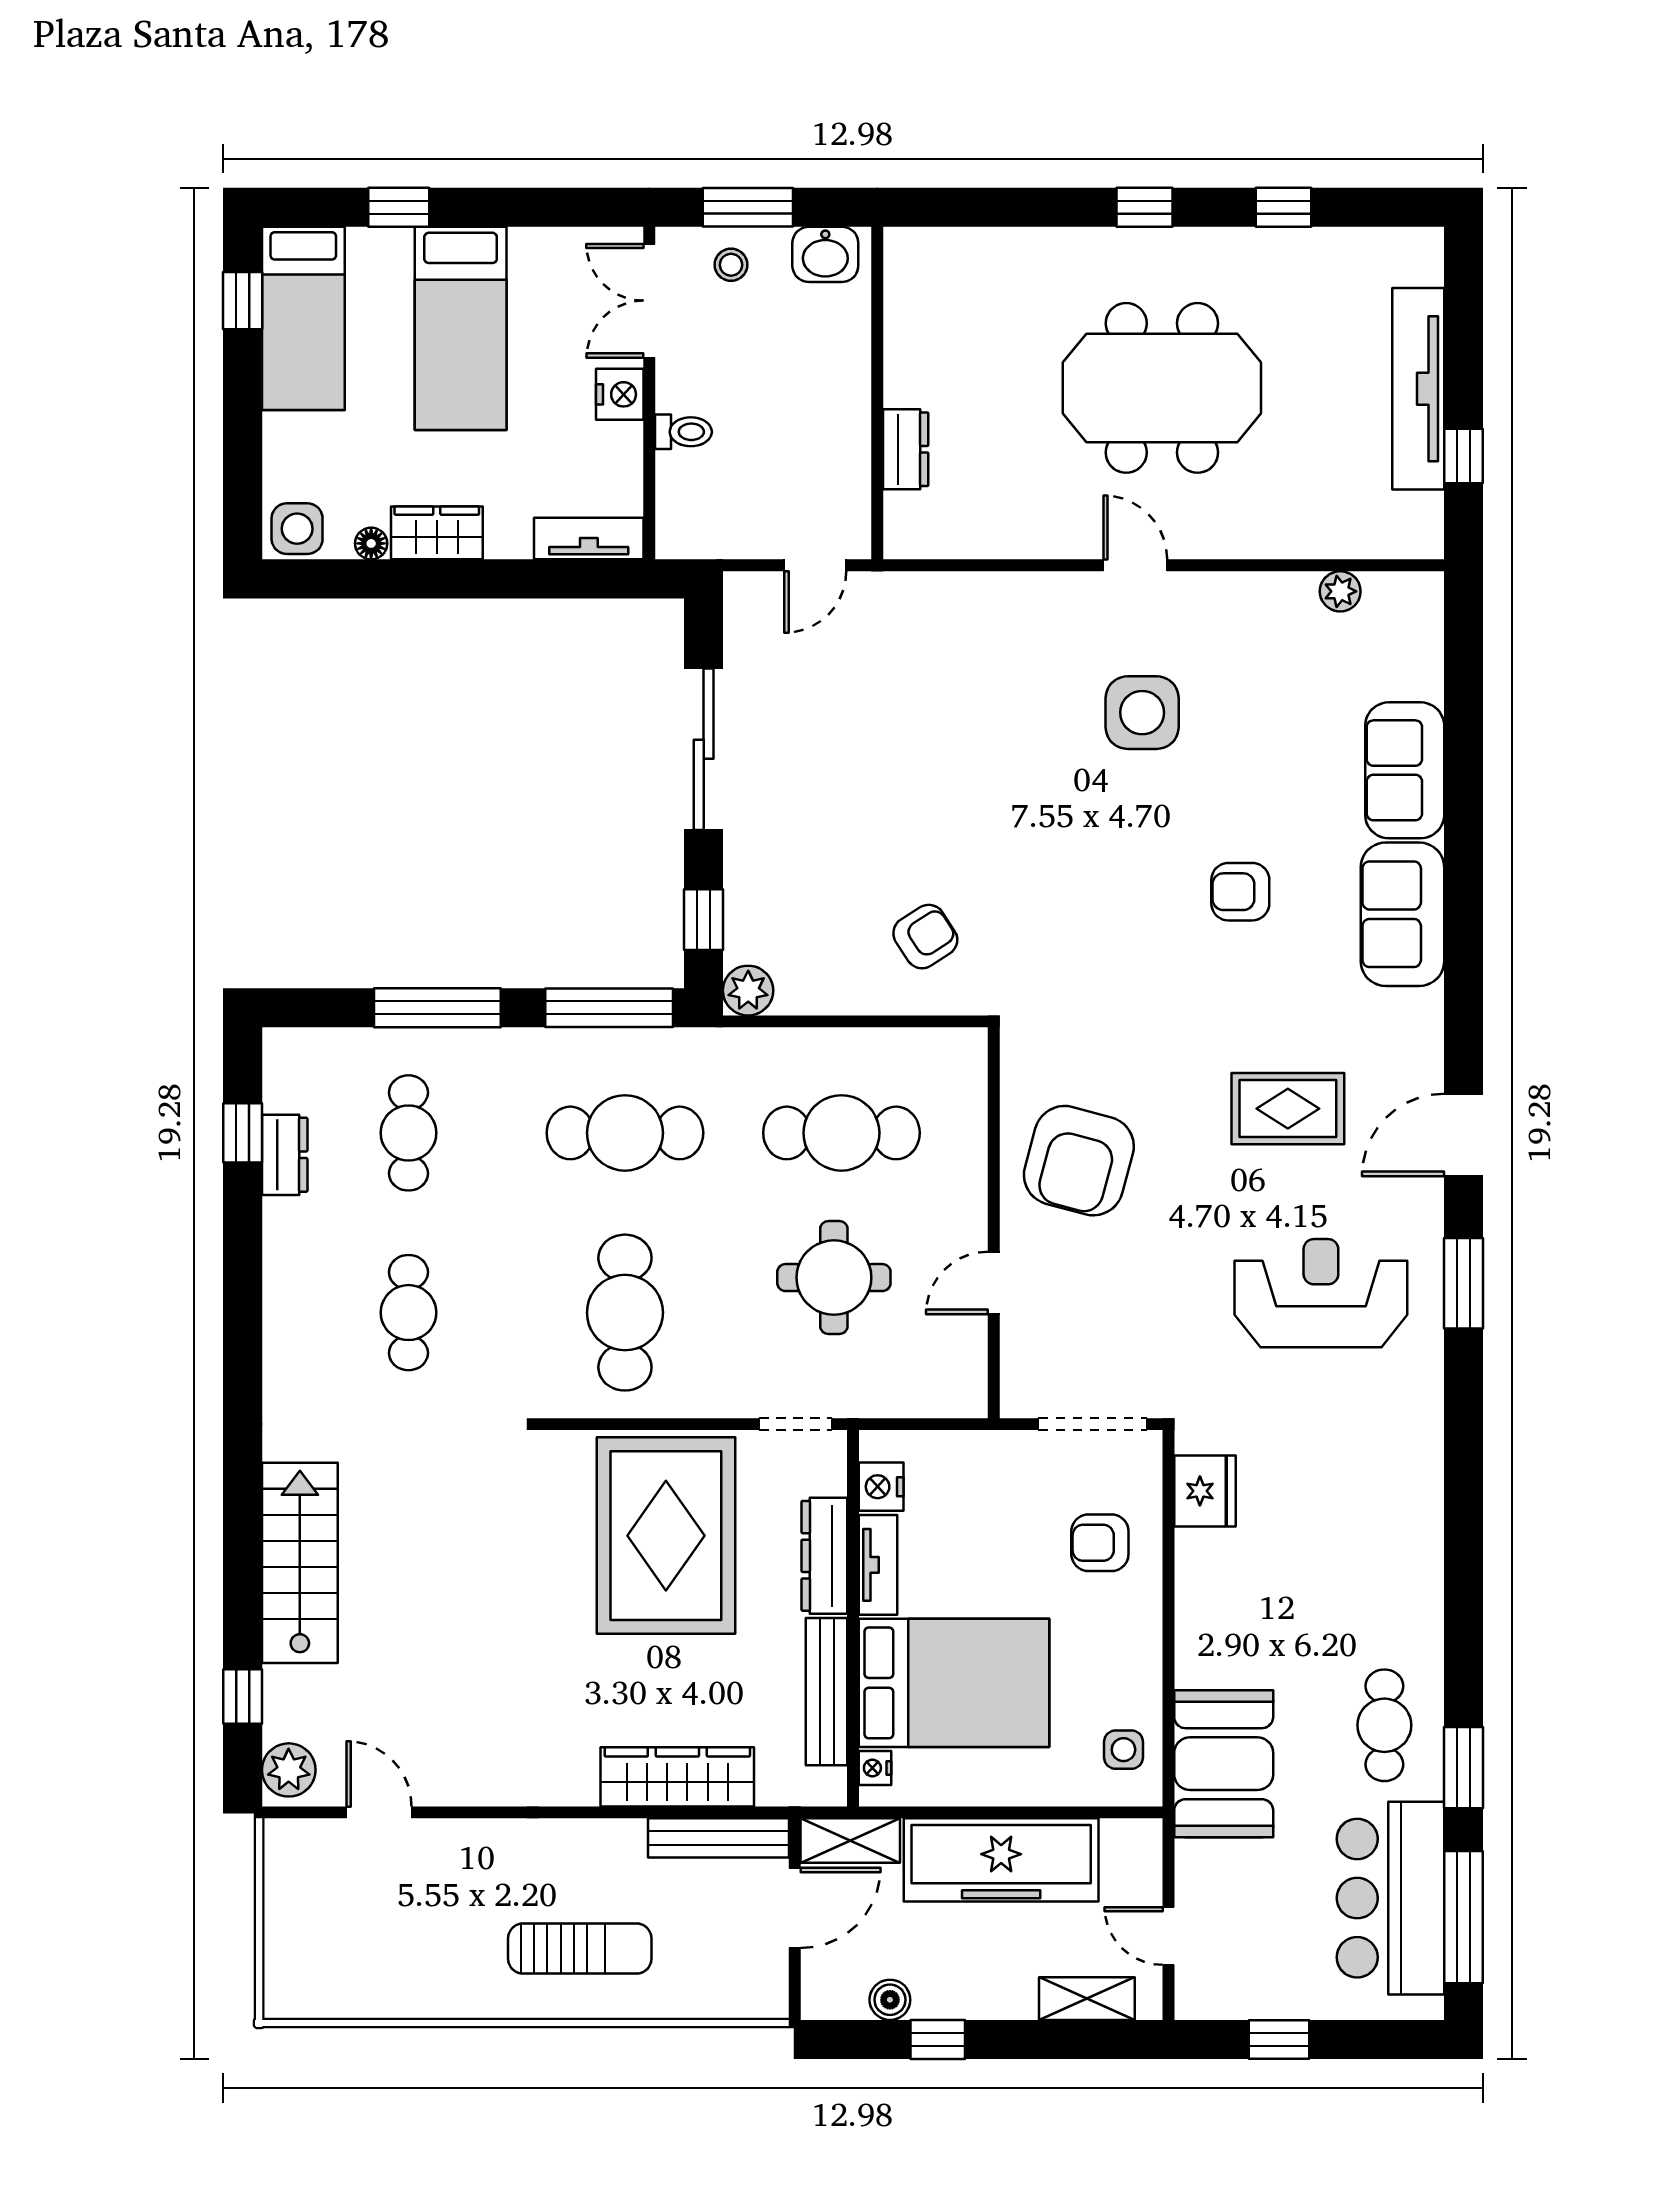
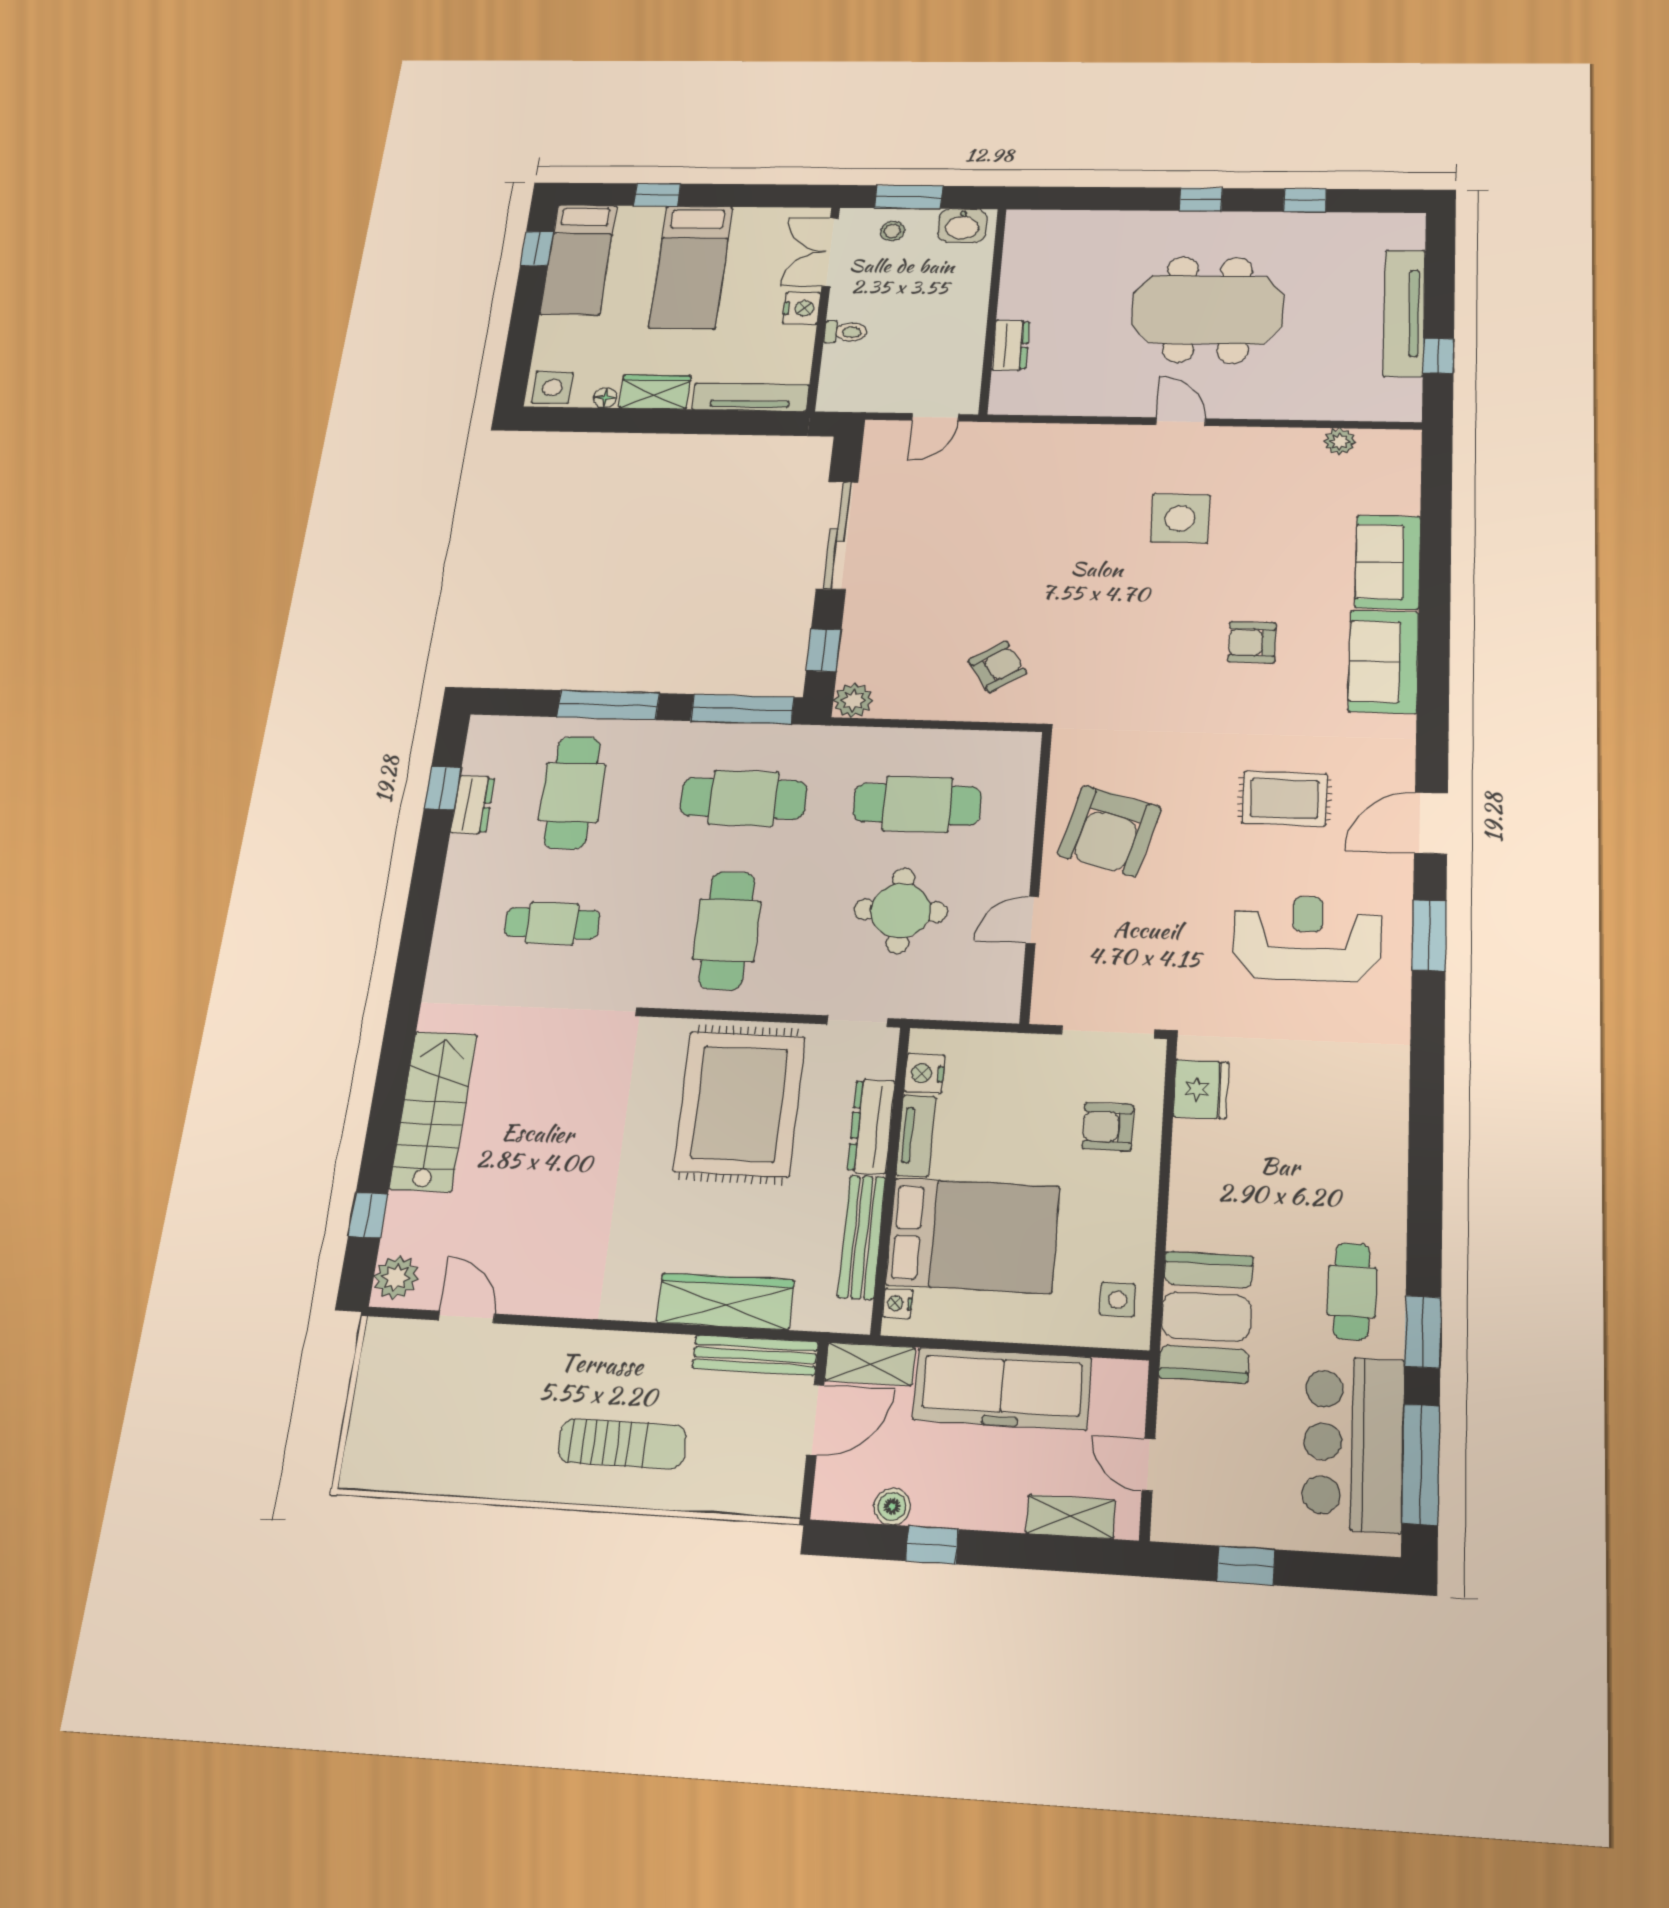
tv unit: (589, 539) -> (750, 397), width x1.41
cafe table: (408, 1133) -> (572, 793), width x1.37, depth x1.35
cafe table: (408, 1313) -> (552, 923), turned 90

